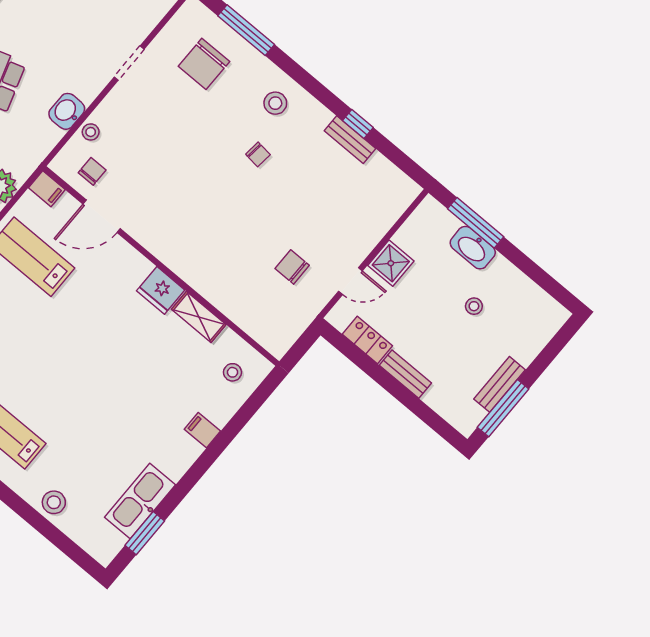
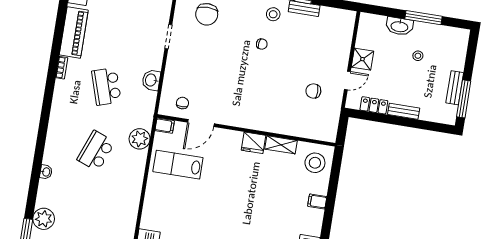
stool: (275, 103) -> (273, 14), moved
stool: (91, 132) -> (170, 83), removed
window: (476, 223) -> (423, 18), moved
stool: (233, 372) -> (315, 163), width x1.89, depth x1.89

